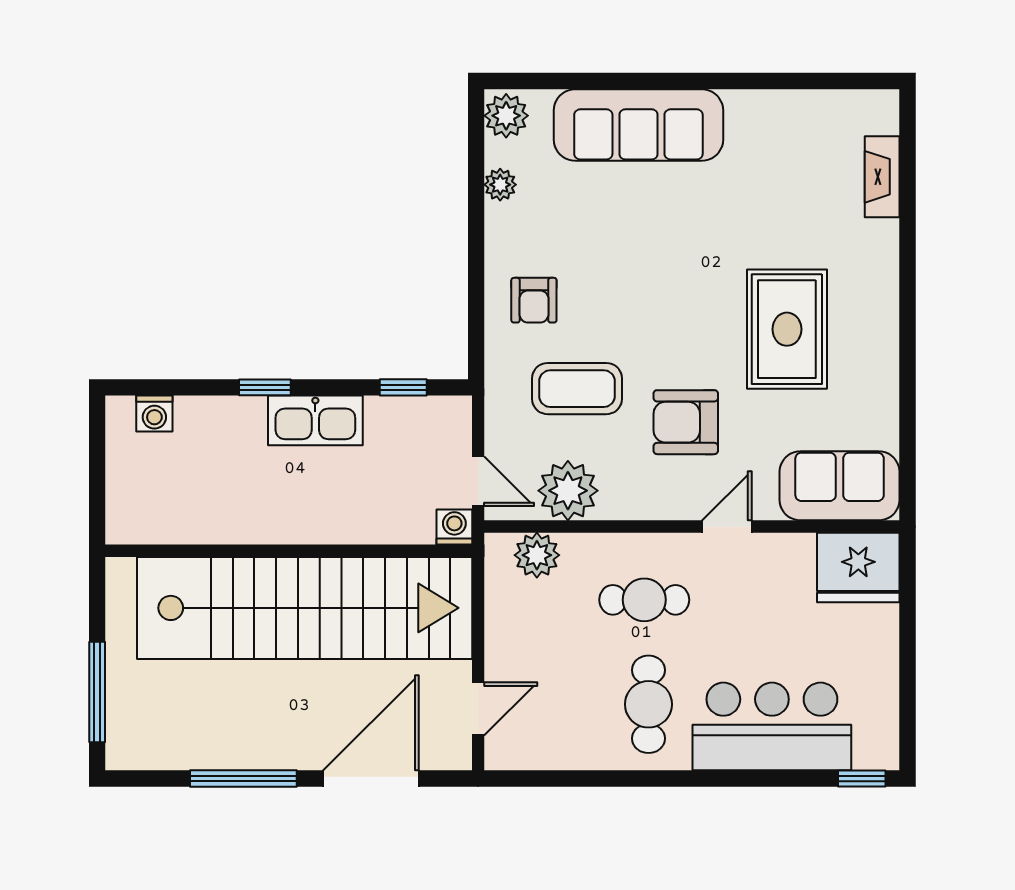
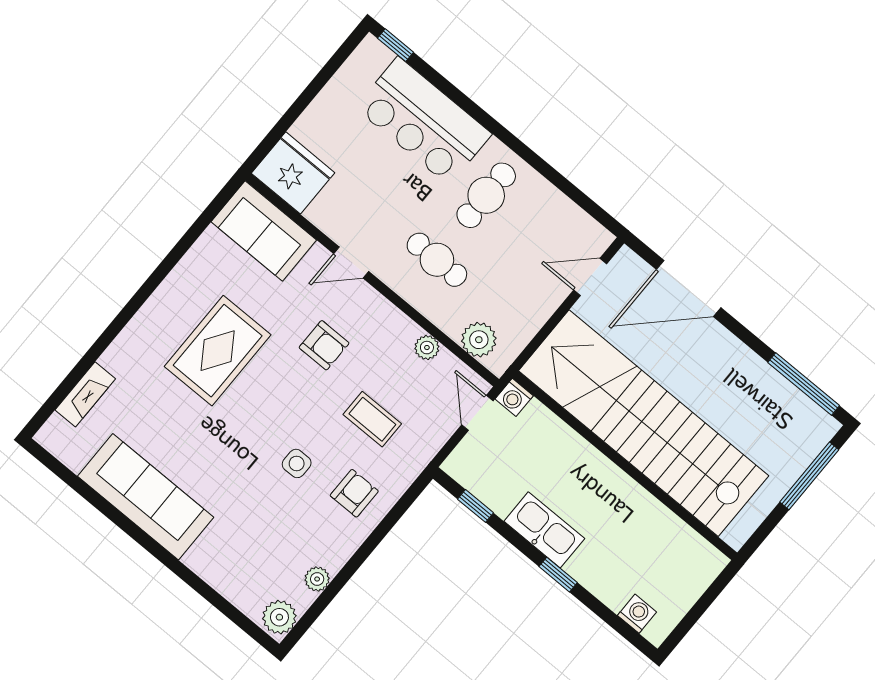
sofa: (638, 125) -> (146, 497), moved
side table: (616, 282) -> (297, 463), added
coffee table: (577, 389) -> (372, 419), width x0.73, depth x0.77
armchair: (686, 422) -> (324, 345), width x0.72, depth x0.72
plant: (568, 491) -> (427, 348), width x0.53, depth x0.53
window: (243, 779) -> (804, 384), moved

